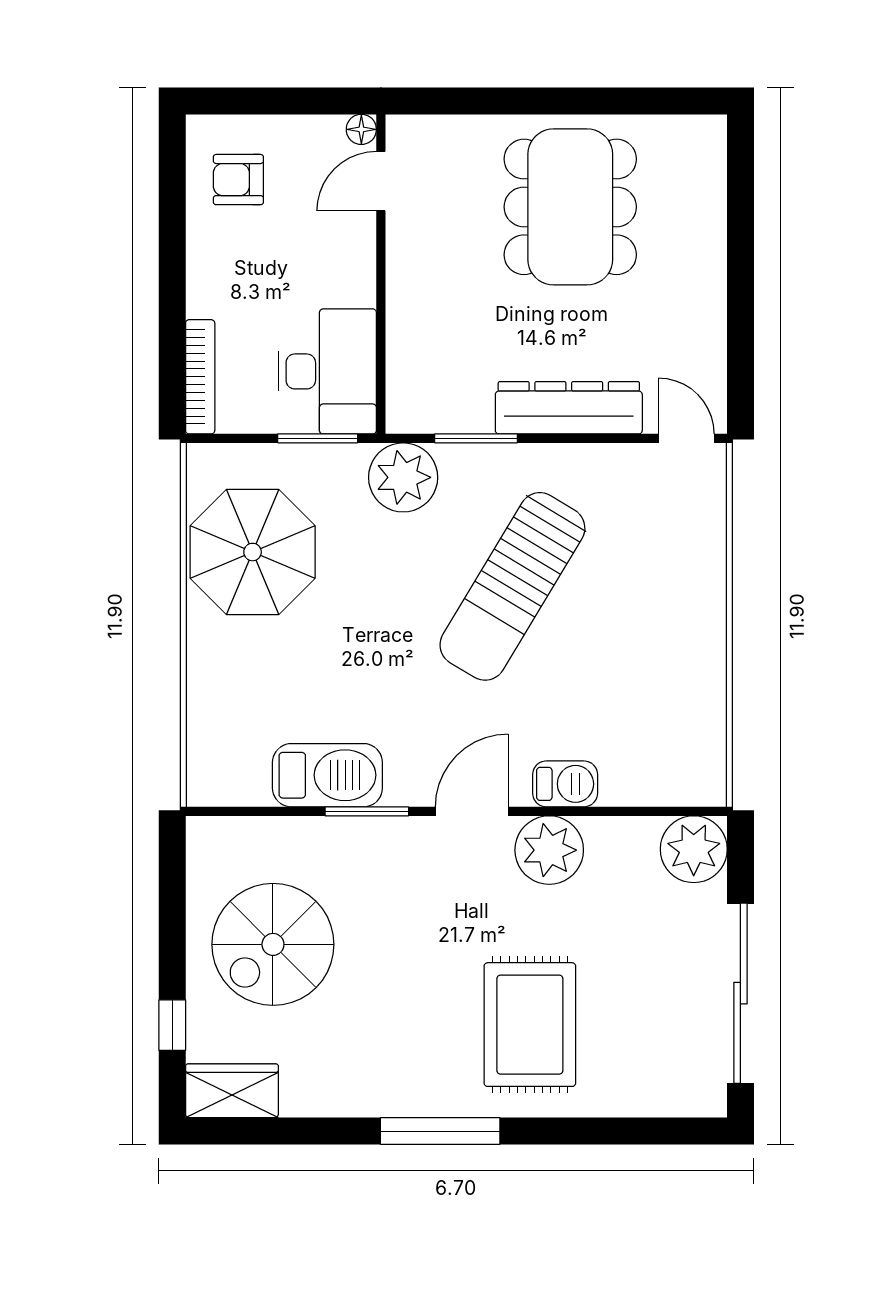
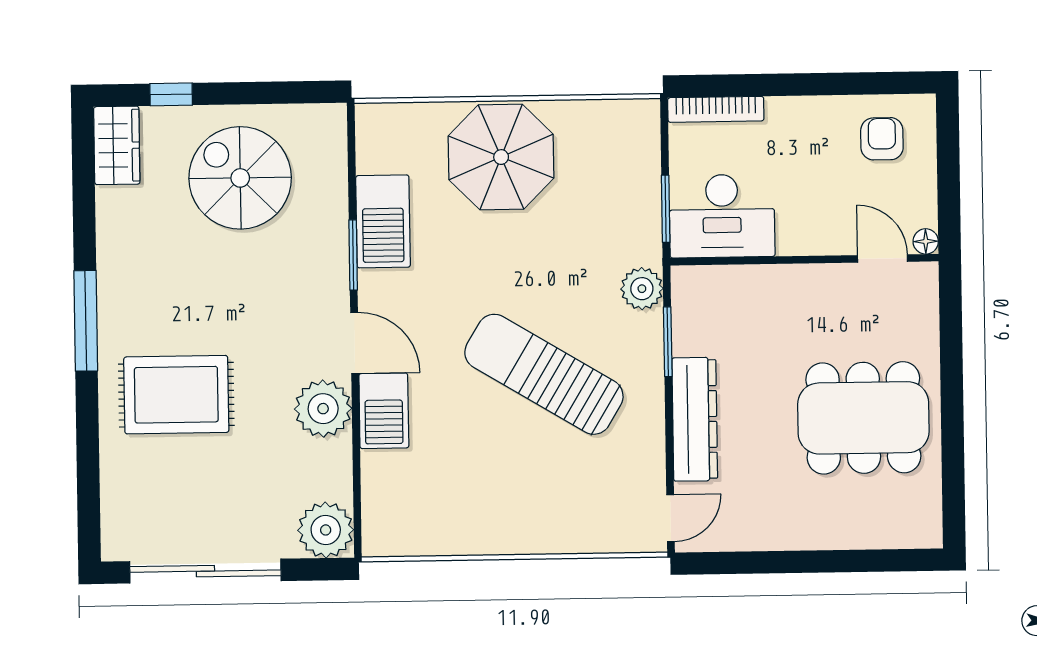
plant: (403, 477) -> (642, 289), width x0.73, depth x0.73
parasol: (253, 552) -> (501, 157), moved
barbecue: (565, 784) -> (384, 411), width x1.38, depth x1.27

